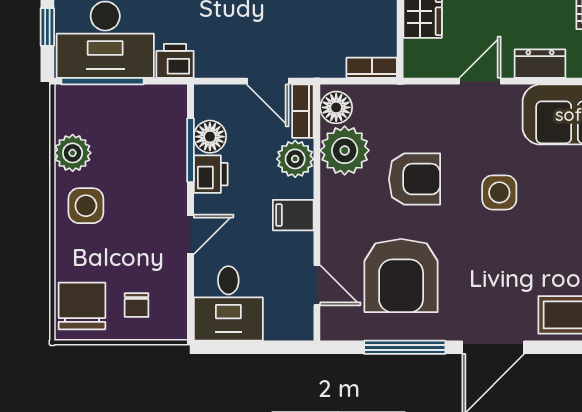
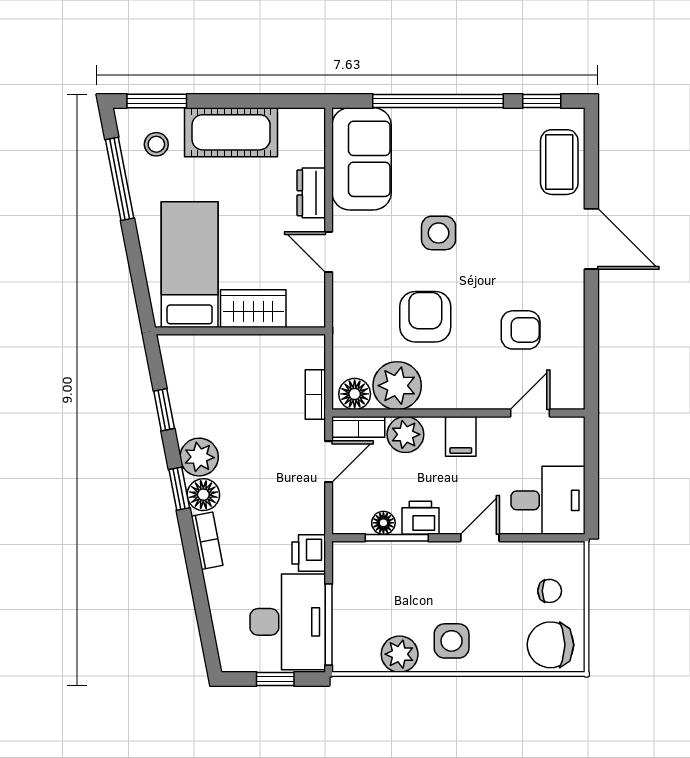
bookcase: (372, 68) -> (315, 395), moved
floor lamp: (210, 137) -> (383, 523), width x0.73, depth x0.73
door: (190, 234) -> (480, 538), hinge flipped
armchair: (401, 276) -> (521, 330), width x0.53, depth x0.53
window: (405, 347) -> (591, 326), removed

